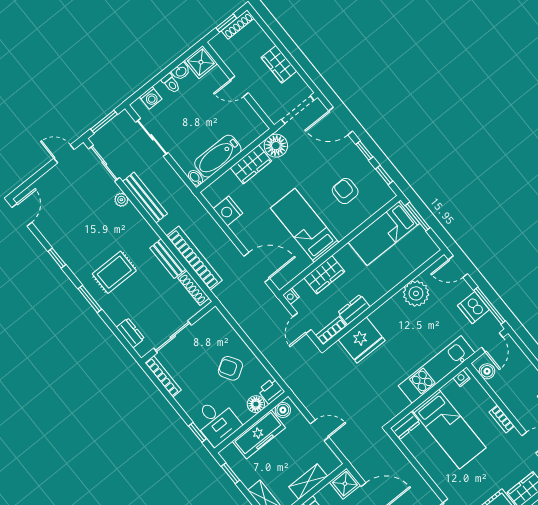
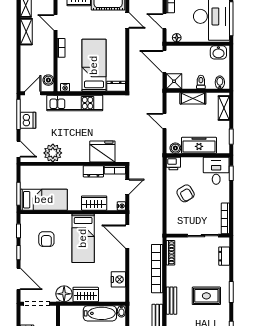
bench: (168, 259) -> (172, 301), moved
floor lamp: (256, 404) -> (187, 163), removed

